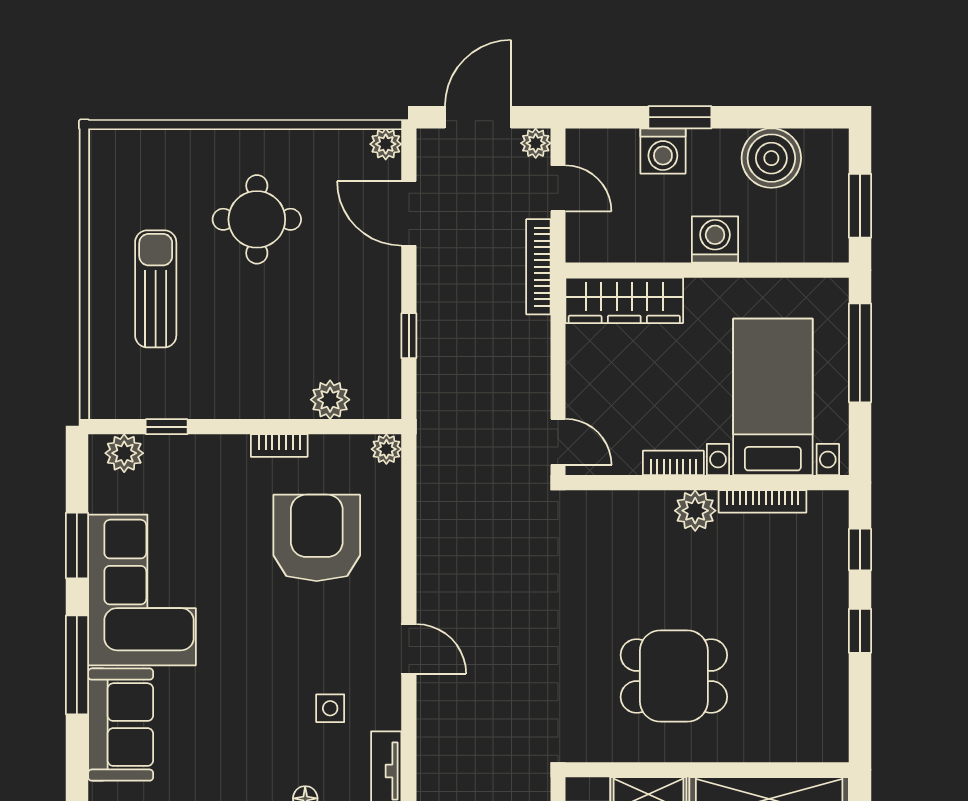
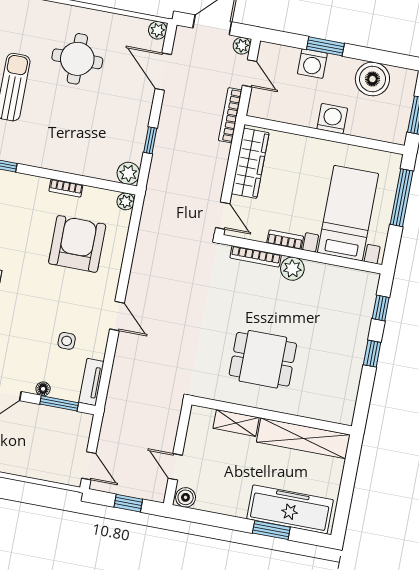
wardrobe: (624, 300) -> (250, 163), moved, turned -90
plant: (330, 400) -> (128, 173), moved
bookcase: (763, 501) -> (256, 256), moved

